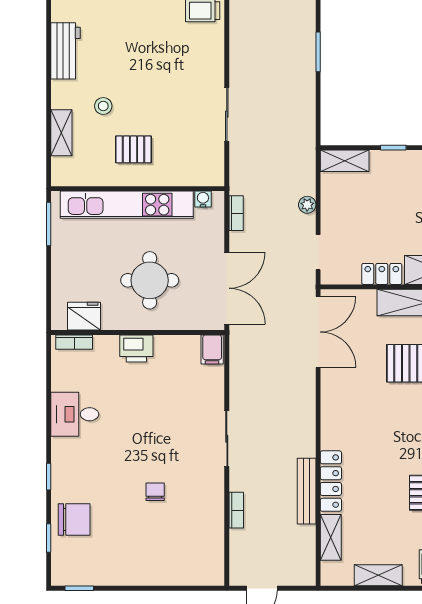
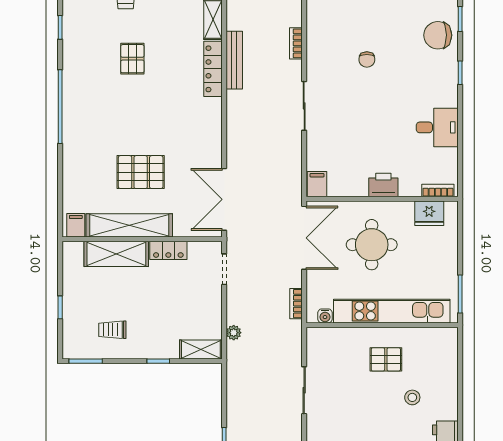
shelving: (61, 133) -> (449, 374), removed
plant: (307, 205) -> (234, 333), moved
double door: (227, 288) -> (304, 238), swing flipped

